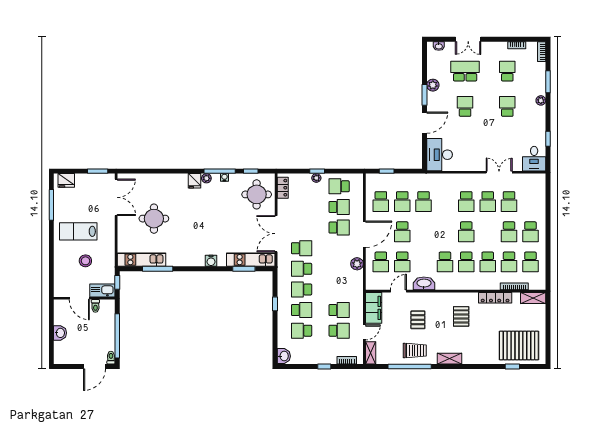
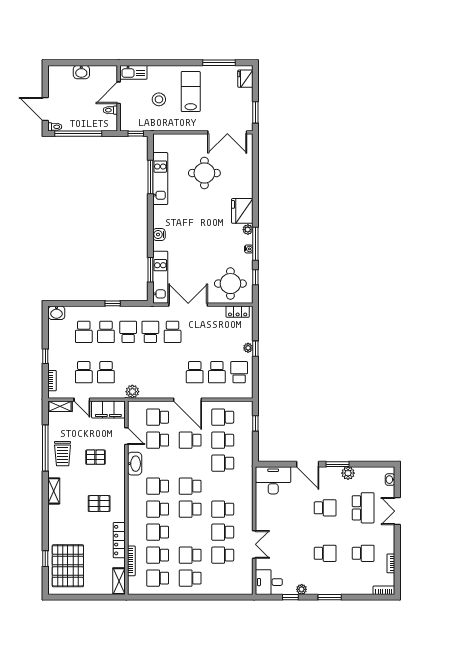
window: (548, 82) -> (330, 597), moved
plant: (541, 100) -> (302, 589), moved
fridge: (195, 181) -> (242, 211), width x1.88, depth x1.34
school desk: (445, 232) -> (190, 486), added
kitchen unit: (141, 260) -> (160, 179), moved
plant: (357, 264) -> (132, 392), moved
kitchen sink: (102, 290) -> (133, 72), moved, turned 90
school desk: (302, 331) -> (84, 332), turned 180

